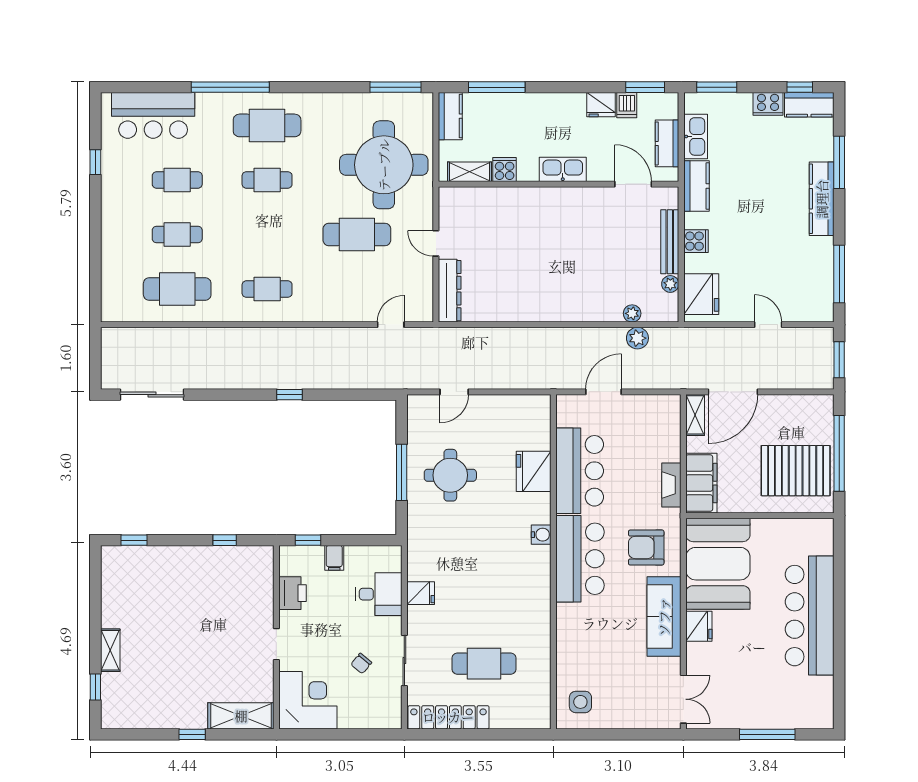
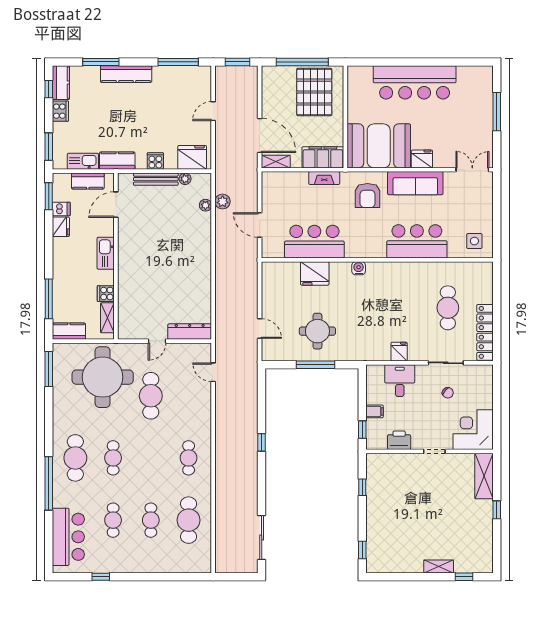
bar counter: (580, 559) -> (417, 241), moved

